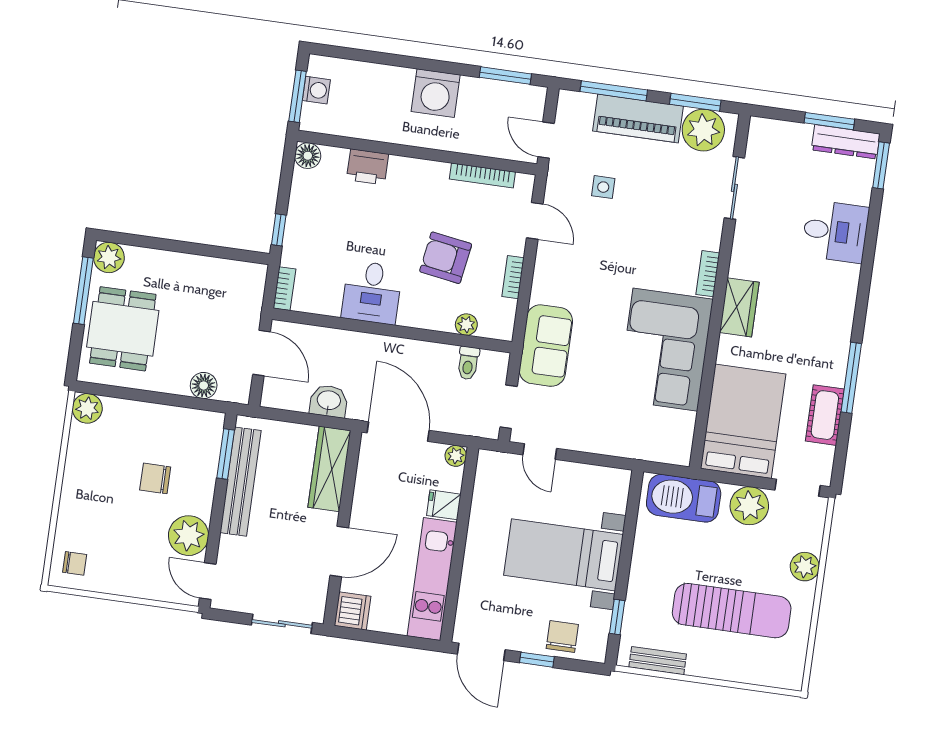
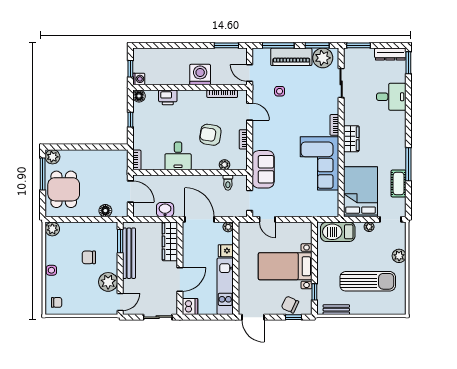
washing machine: (316, 90) -> (139, 79), moved
washing machine: (436, 93) -> (200, 75), moved, turned 180
window: (298, 96) -> (130, 69), width x0.67
window: (829, 121) -> (359, 45), moved
window: (279, 230) -> (130, 120), moved
side table: (73, 494) -> (51, 270), added
plant: (749, 506) -> (369, 227), width x0.53, depth x0.53
door: (208, 581) -> (120, 302), swing flipped
chair: (562, 636) -> (290, 305), turned -65
window: (537, 660) -> (294, 317), moved

